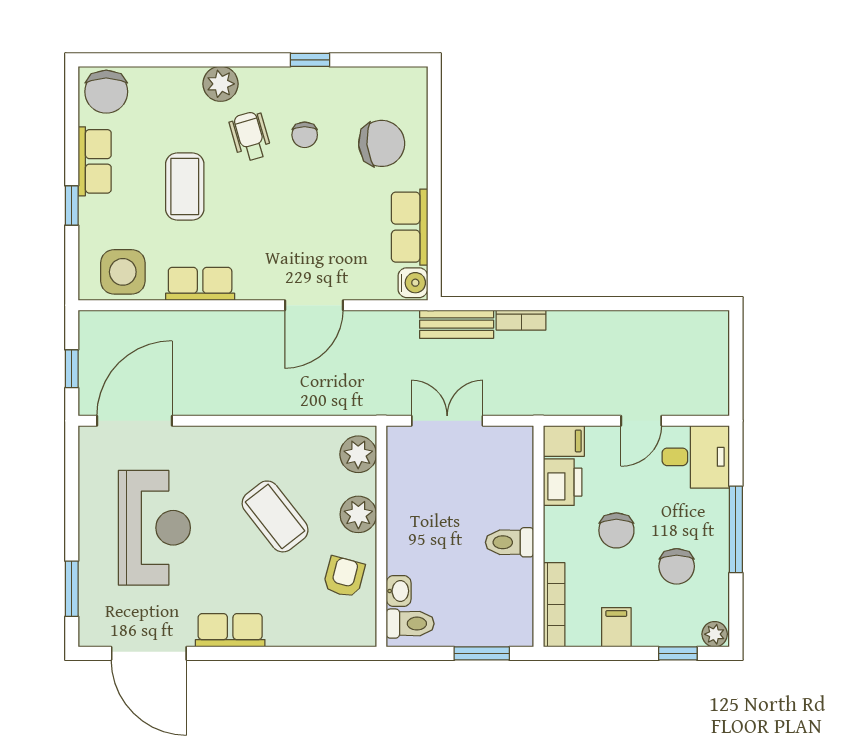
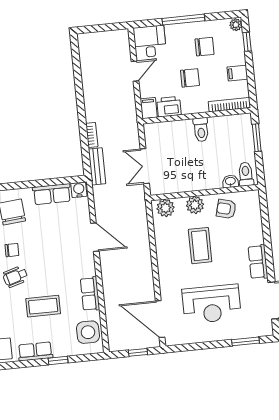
door: (641, 421) -> (135, 71), hinge flipped
coffee table: (275, 516) -> (200, 246), turned -52
reception desk: (154, 528) -> (212, 304), turned 180

